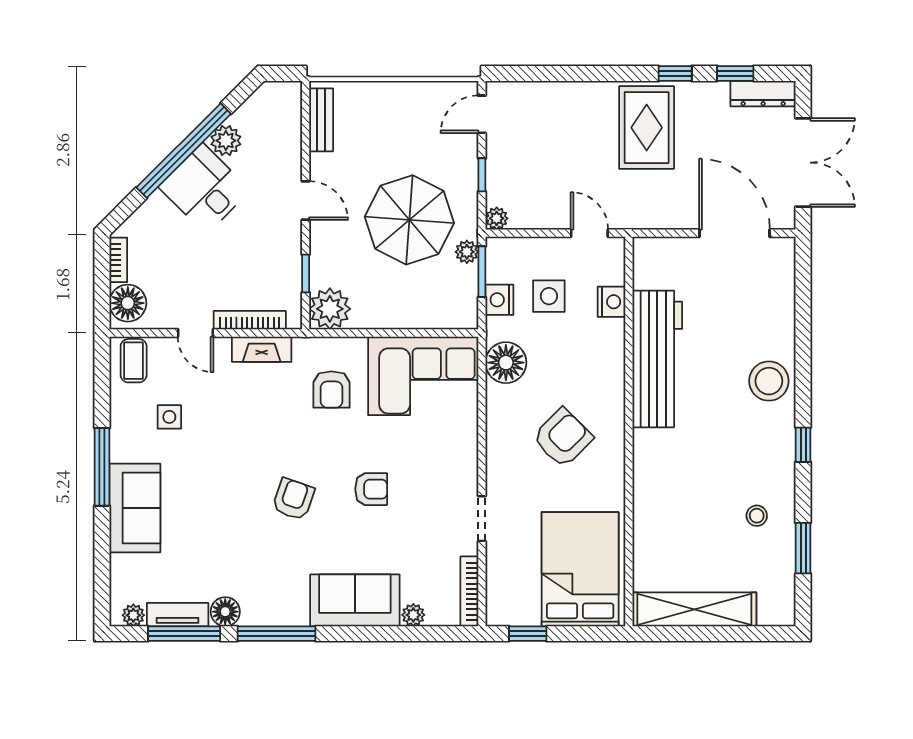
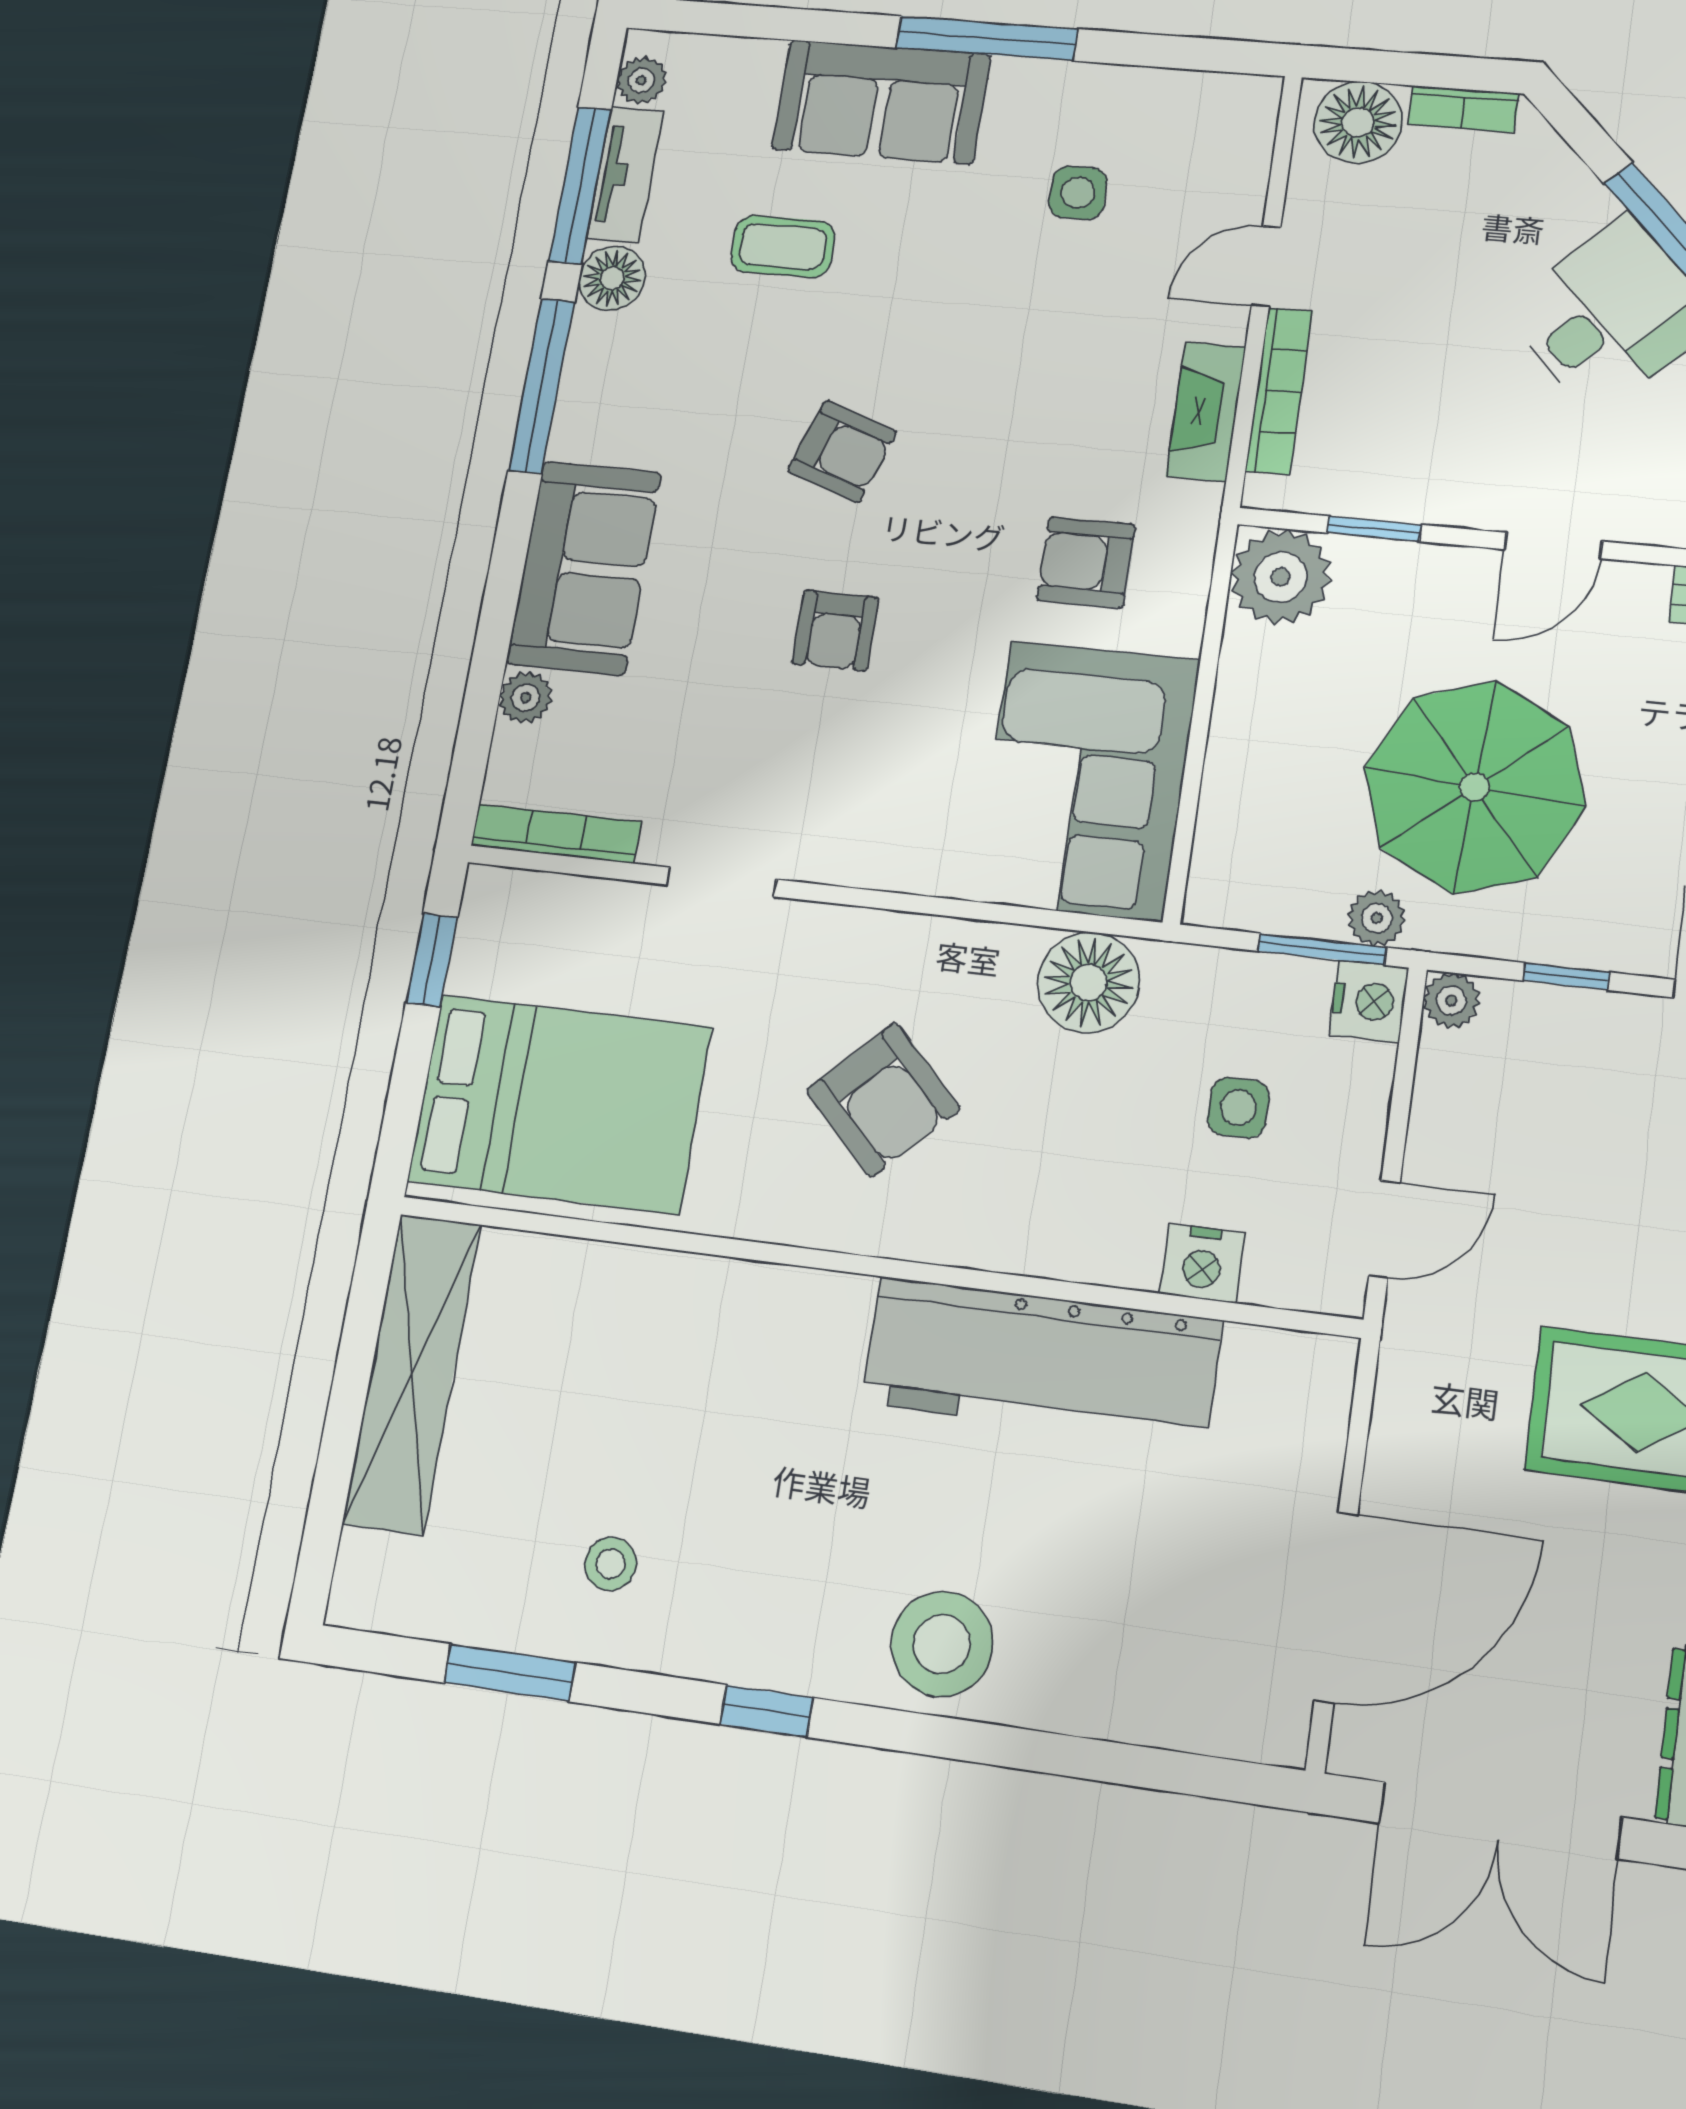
side table: (549, 296) -> (1238, 1108), width x0.73, depth x0.73
nightstand: (499, 300) -> (1369, 1001), moved, turned 90
coffee table: (134, 361) -> (783, 246), moved

